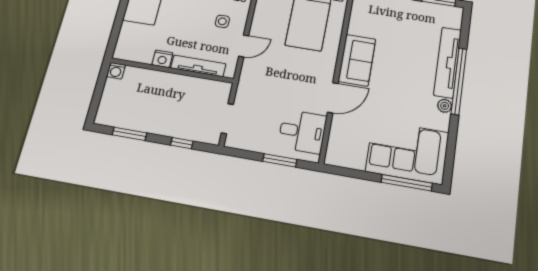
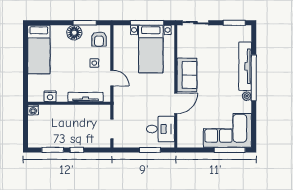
door: (244, 46) -> (112, 78), hinge flipped
nightstand: (162, 59) -> (50, 96), moved
window: (182, 143) -> (77, 150), moved

